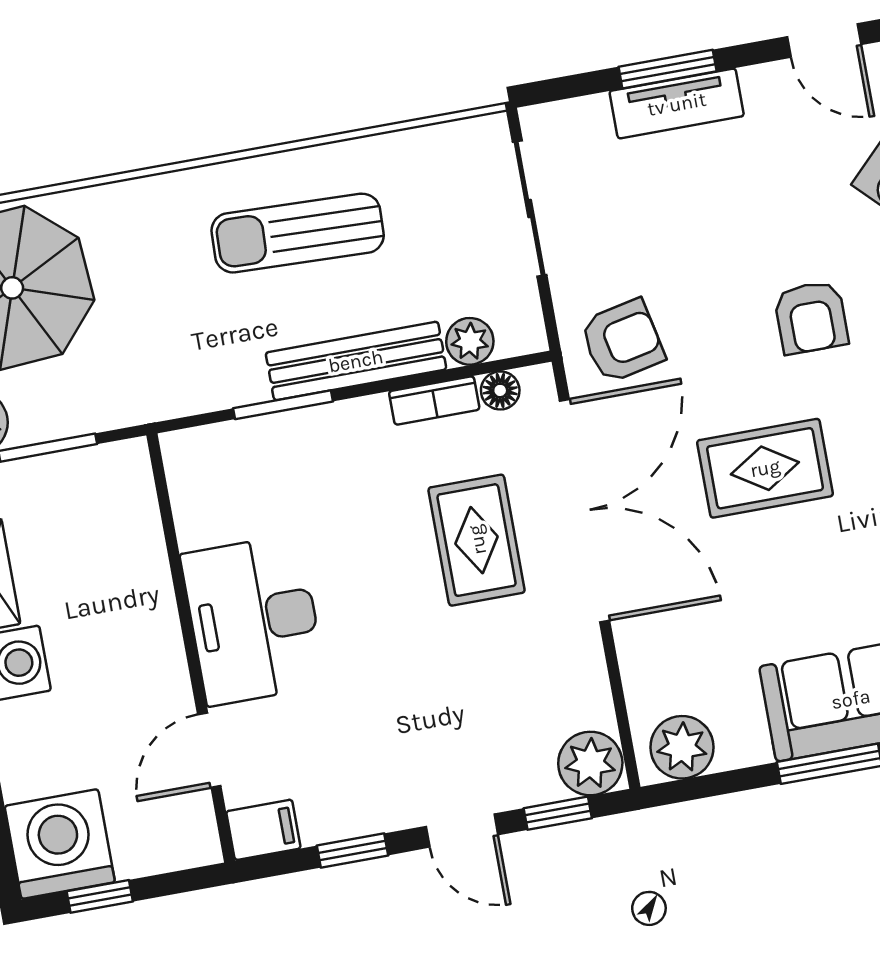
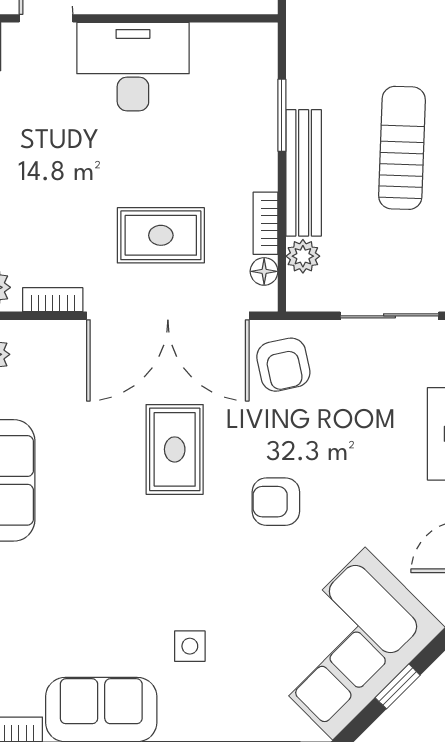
bookcase: (591, 672) -> (53, 300), added

